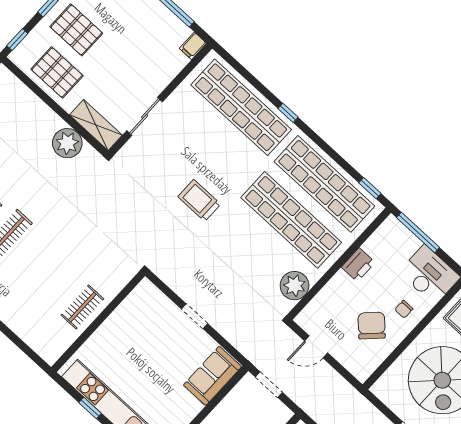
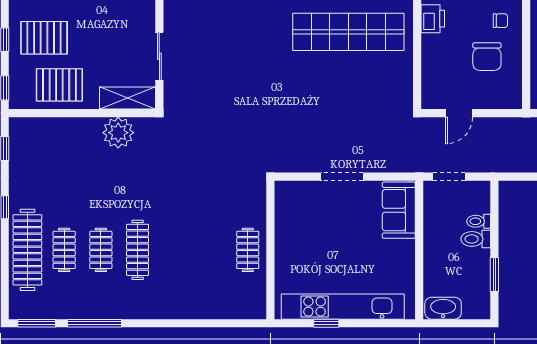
trolley: (199, 200) -> (262, 83), removed
plant: (295, 286) -> (398, 81), removed
chair: (404, 309) -> (500, 21), turned -90
doorway: (195, 316) -> (342, 177), width x1.38
chair: (372, 326) -> (487, 57), turned -135

